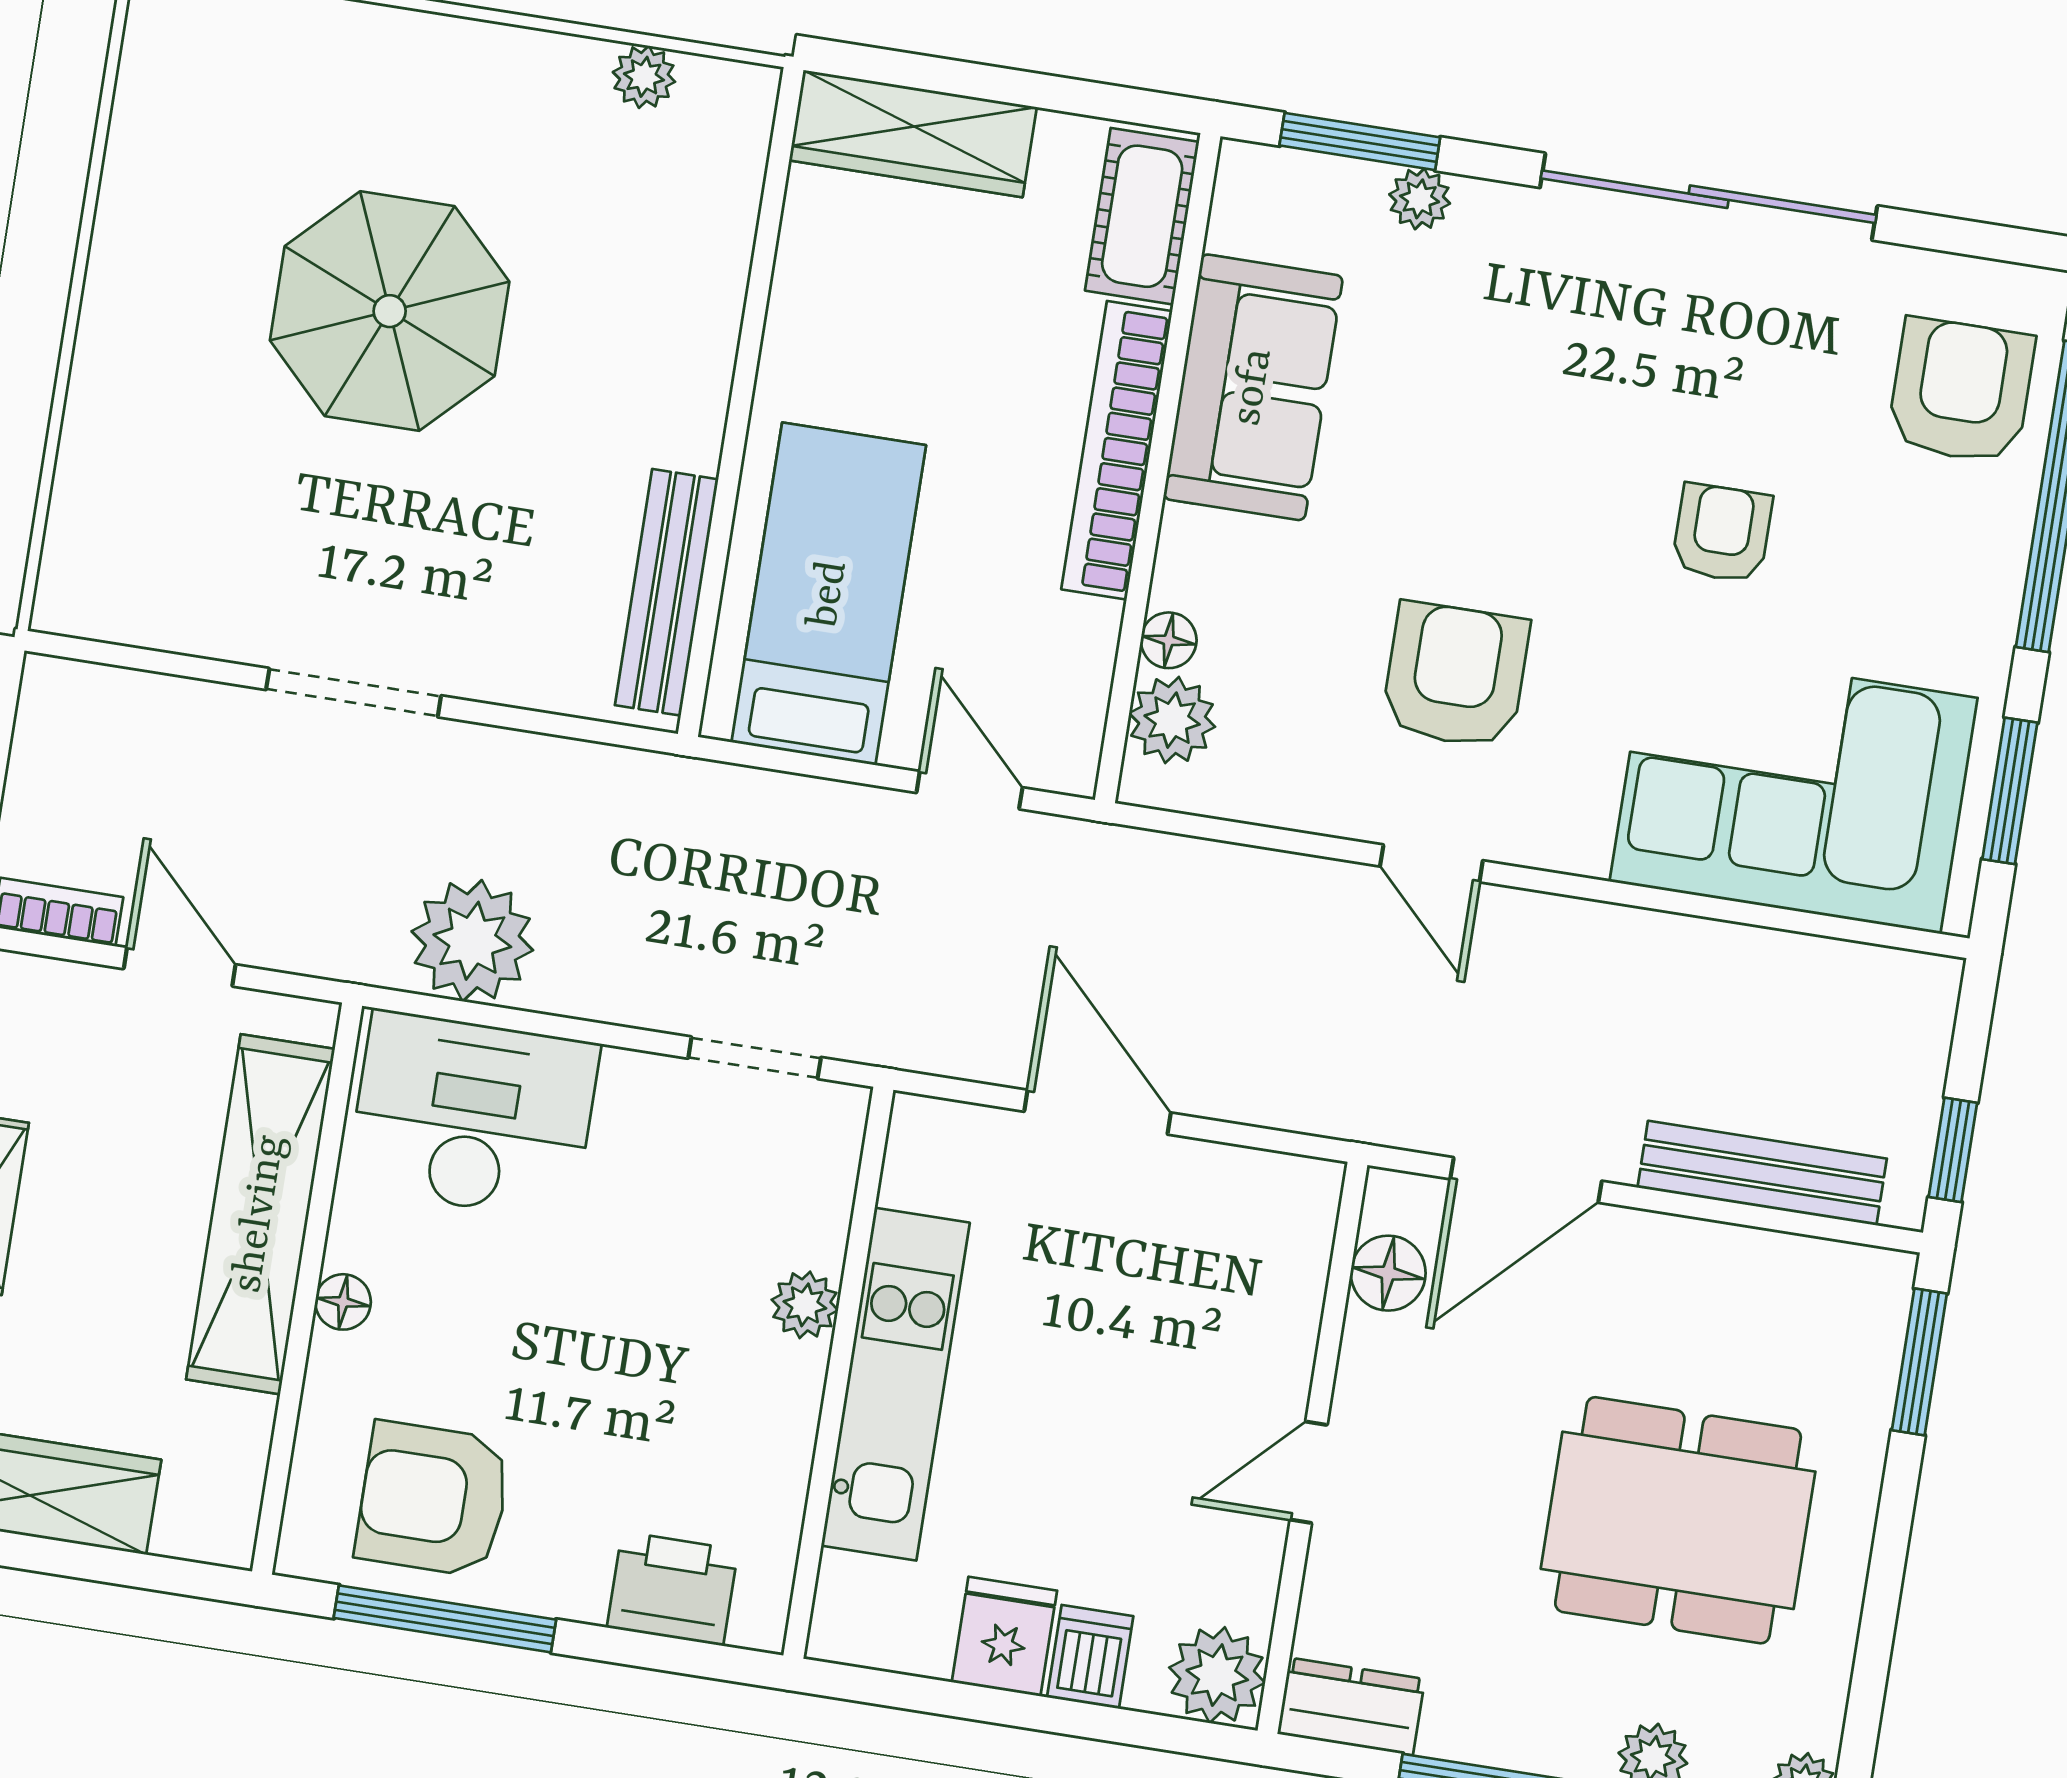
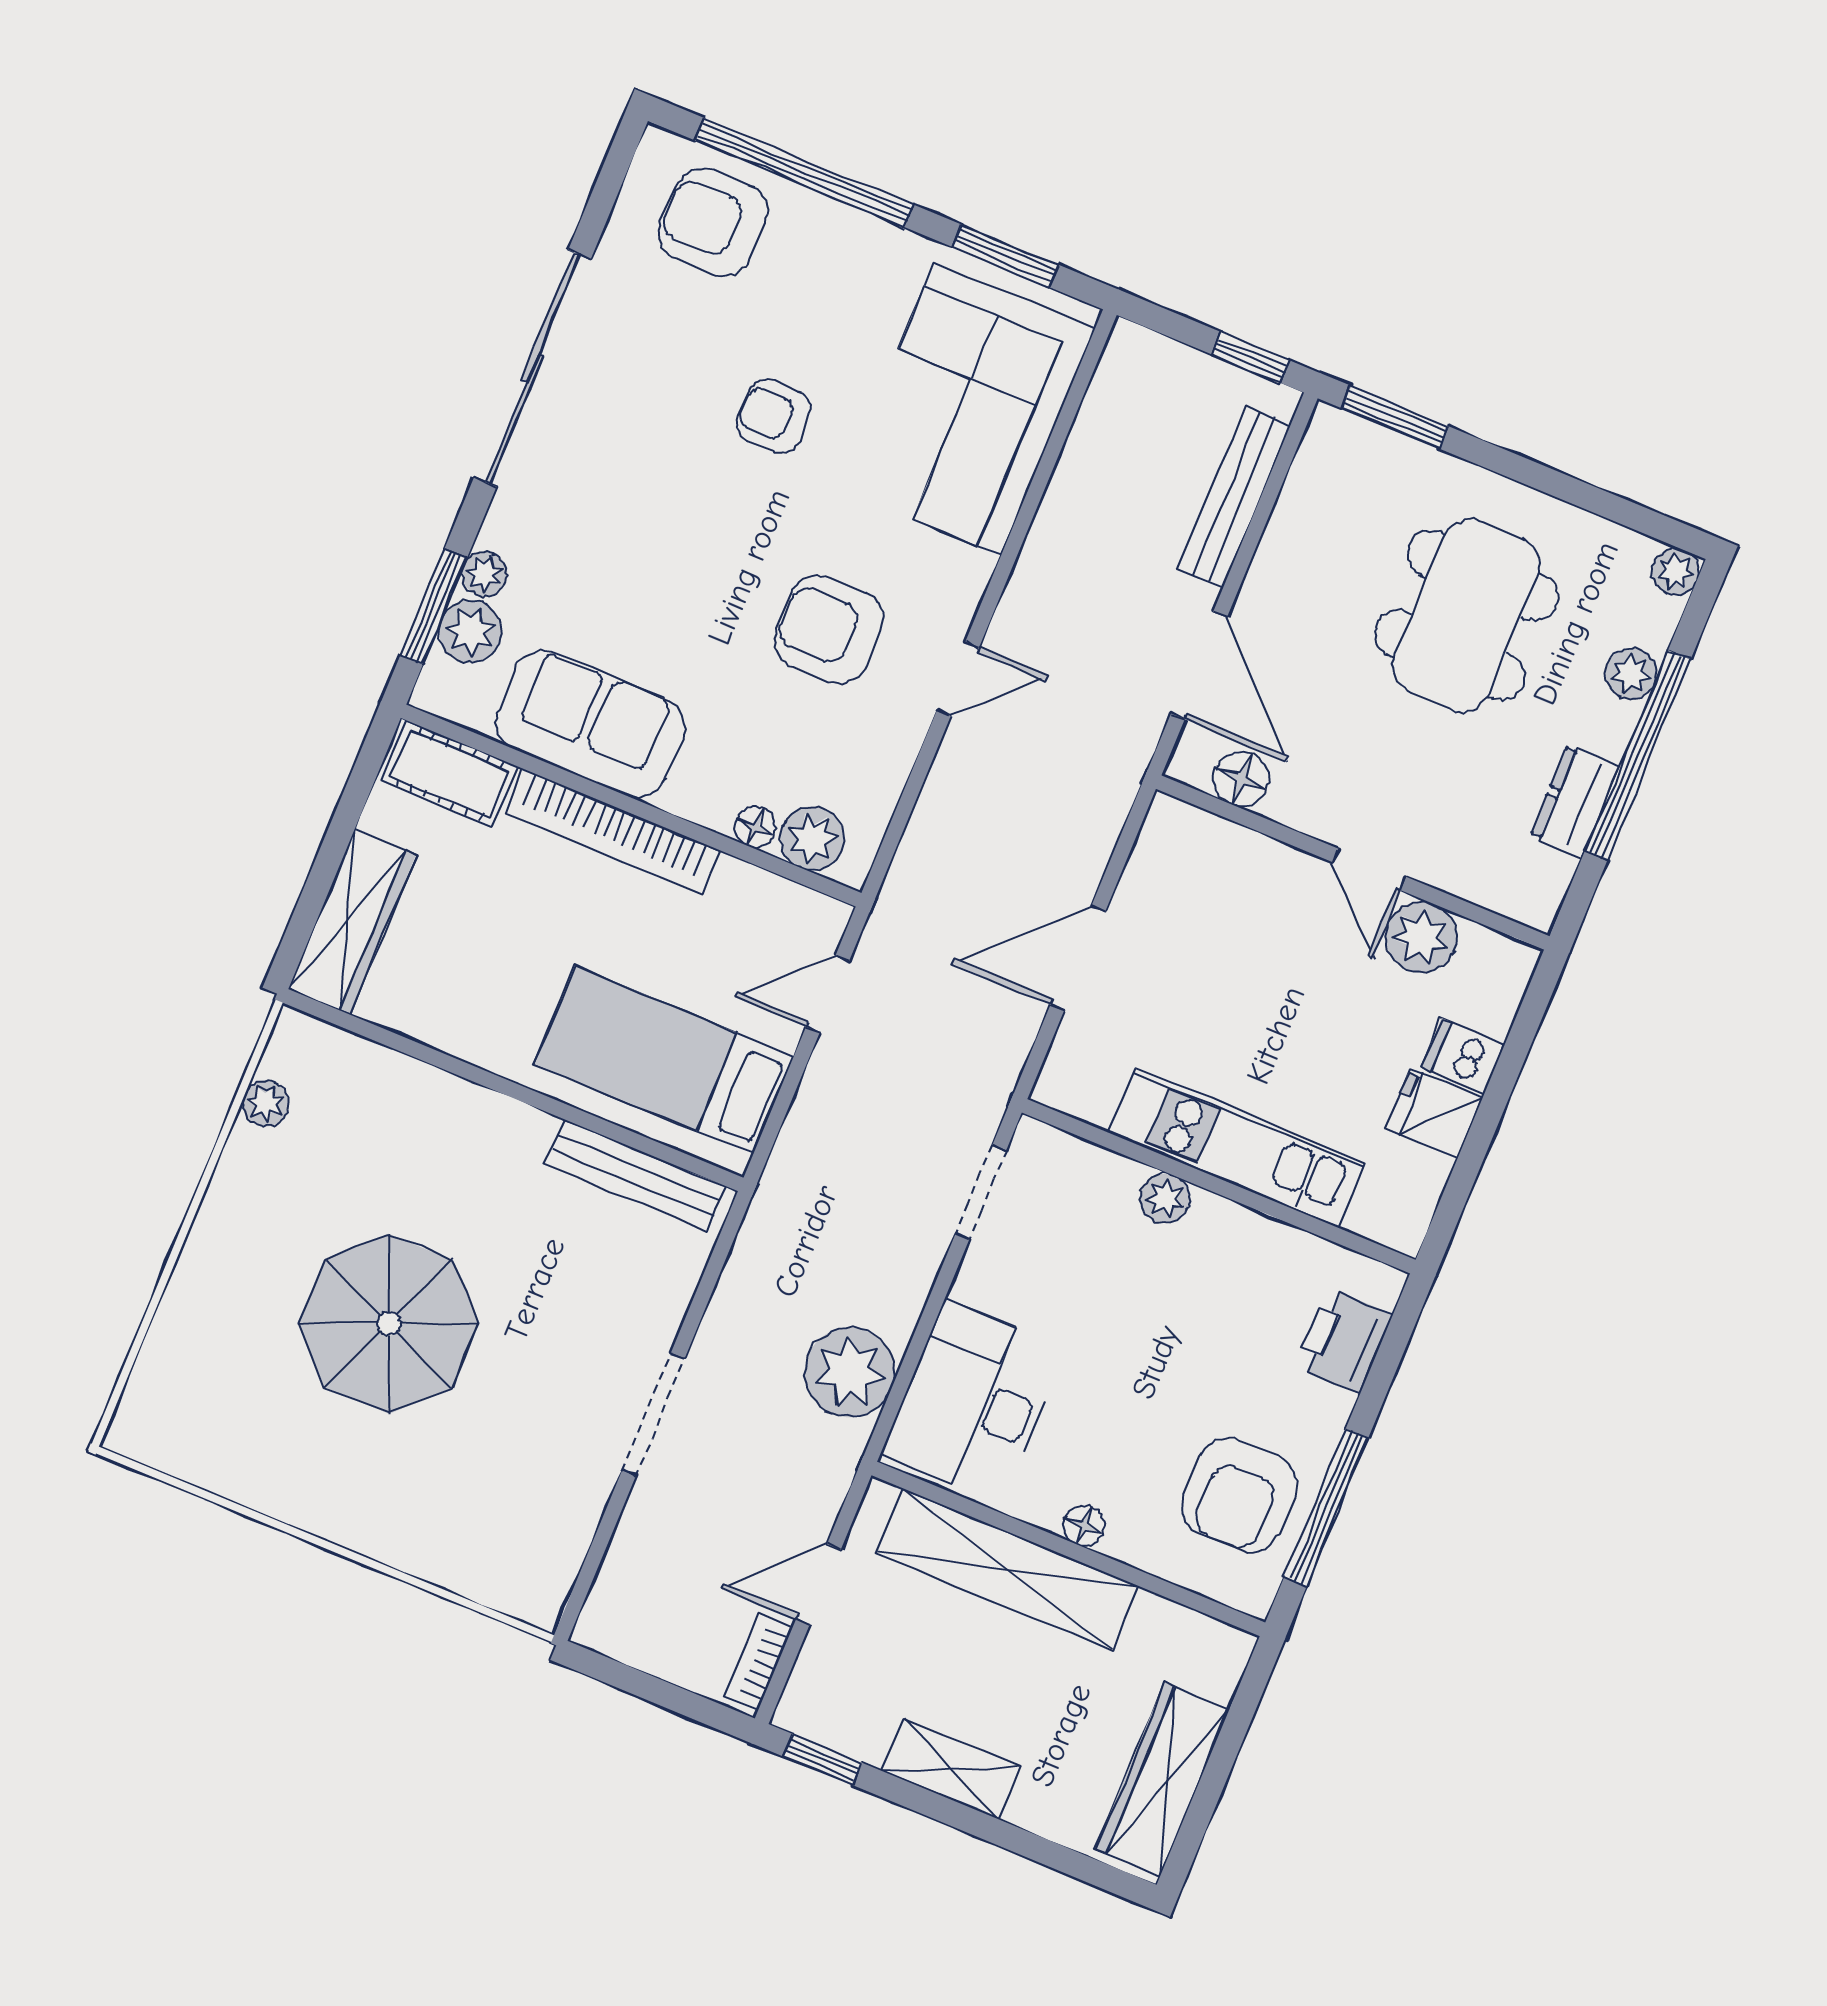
plant: (1338, 198) -> (470, 631), added
plant: (1217, 1675) -> (1421, 937), moved
dresser: (1351, 1706) -> (1575, 801), moved

